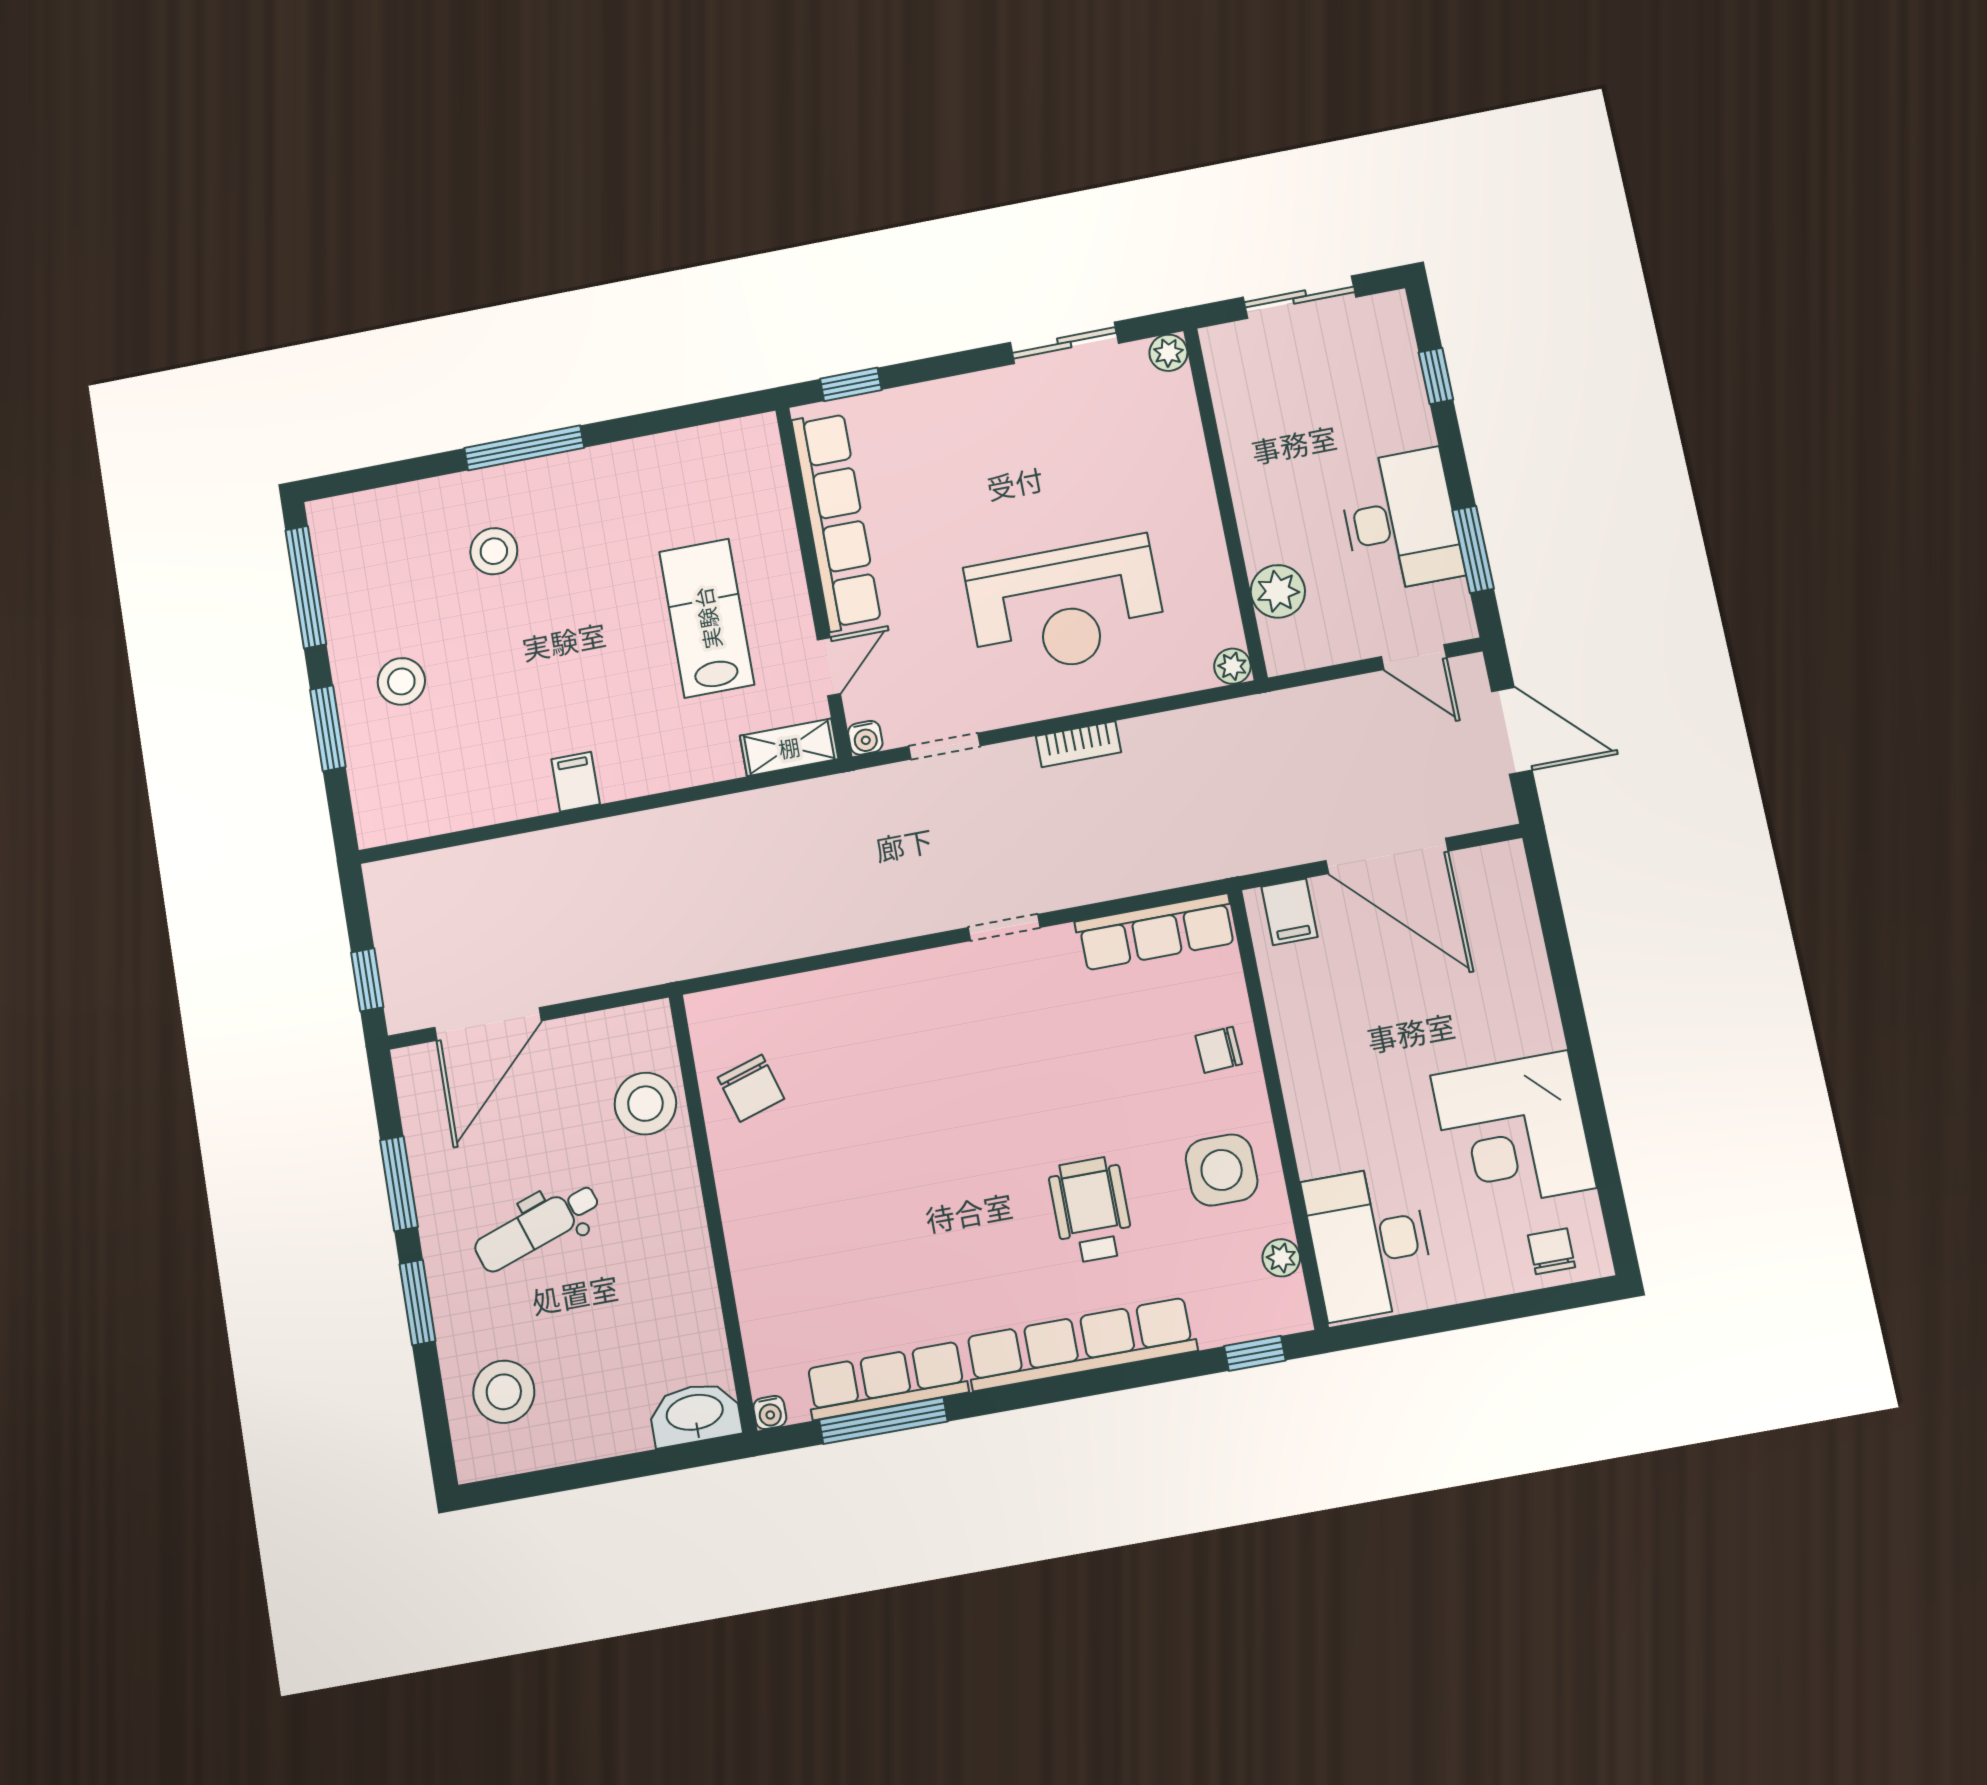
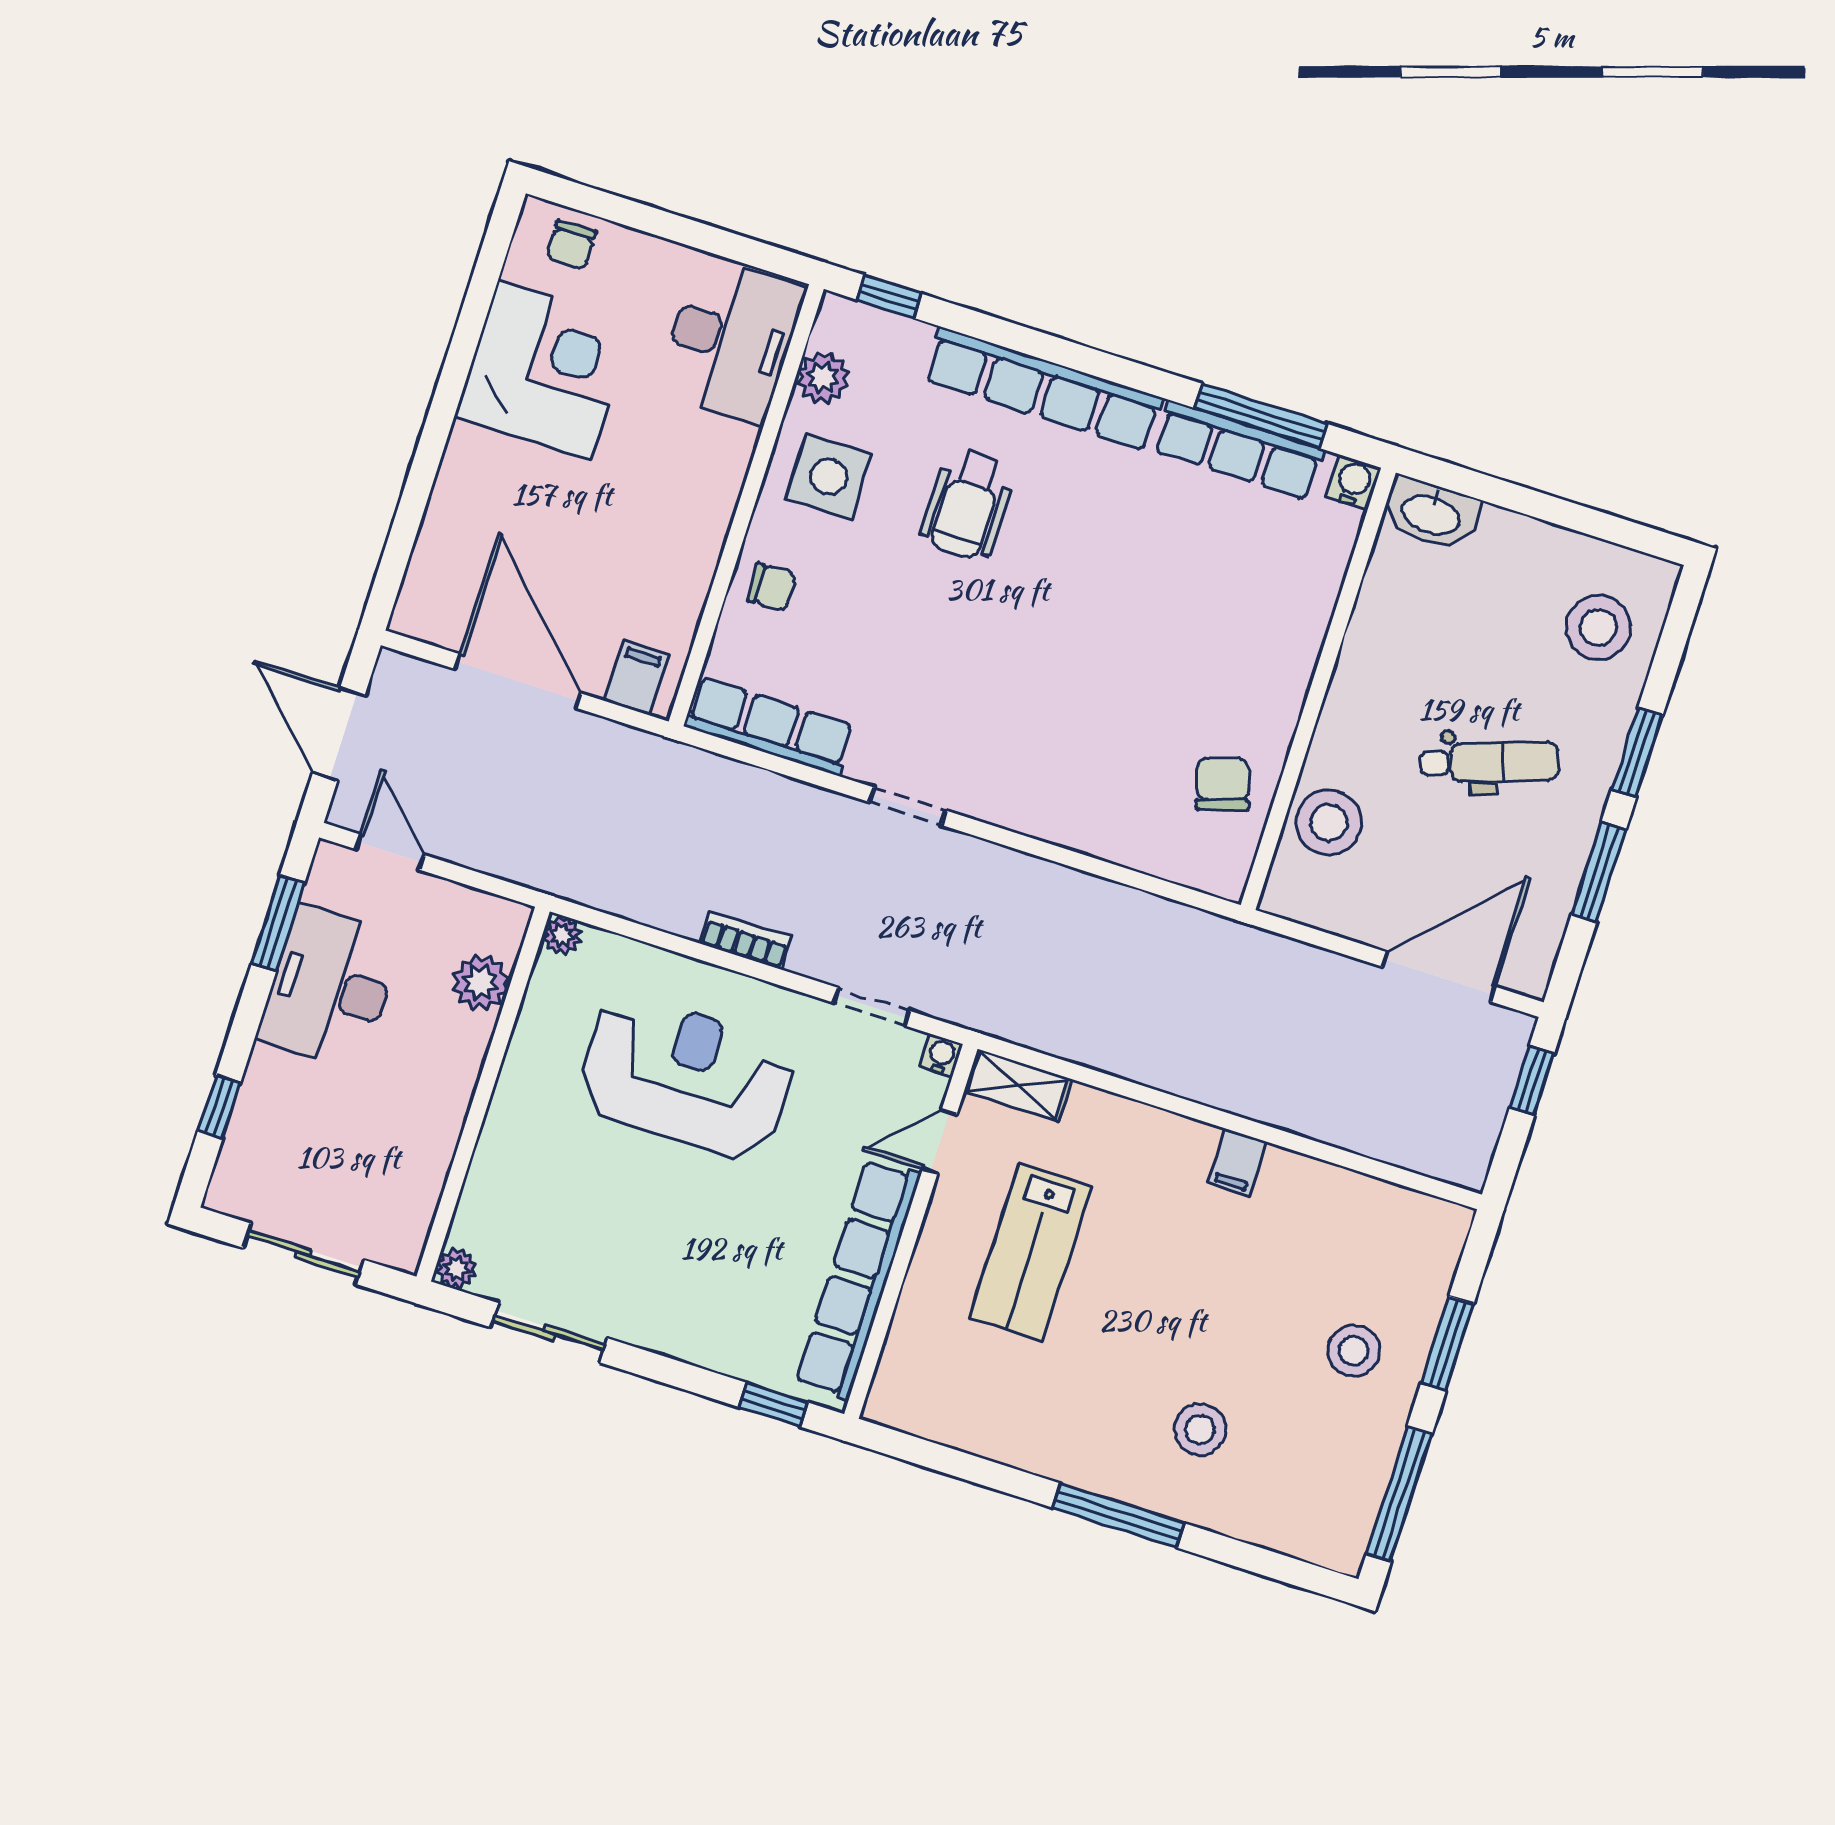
plant: (1281, 1258) -> (823, 378), width x1.38, depth x1.38
water cooler: (770, 1413) -> (1353, 482), width x1.38, depth x1.38

